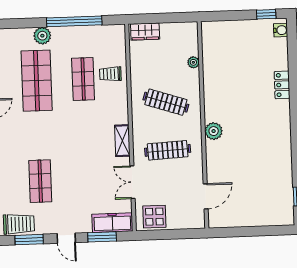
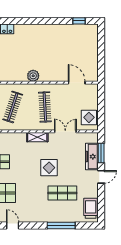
display table: (77, 160) -> (49, 168), added
double door: (132, 182) -> (65, 131), swing flipped
freezer: (112, 223) -> (92, 157), moved
window: (29, 240) -> (101, 202), removed

